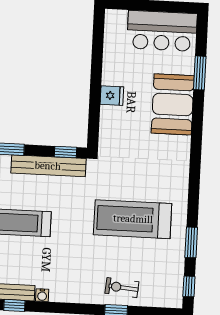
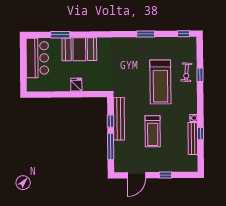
window: (66, 152) -> (110, 121), moved
treadmill: (133, 219) -> (160, 82), moved
window: (191, 242) -> (146, 34), moved

